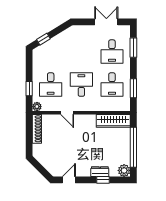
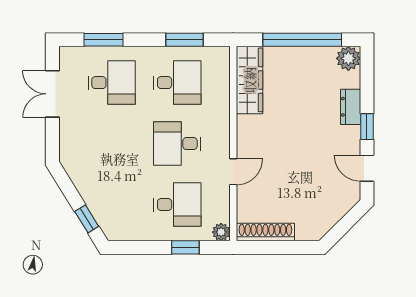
window: (103, 180) -> (367, 127), moved

